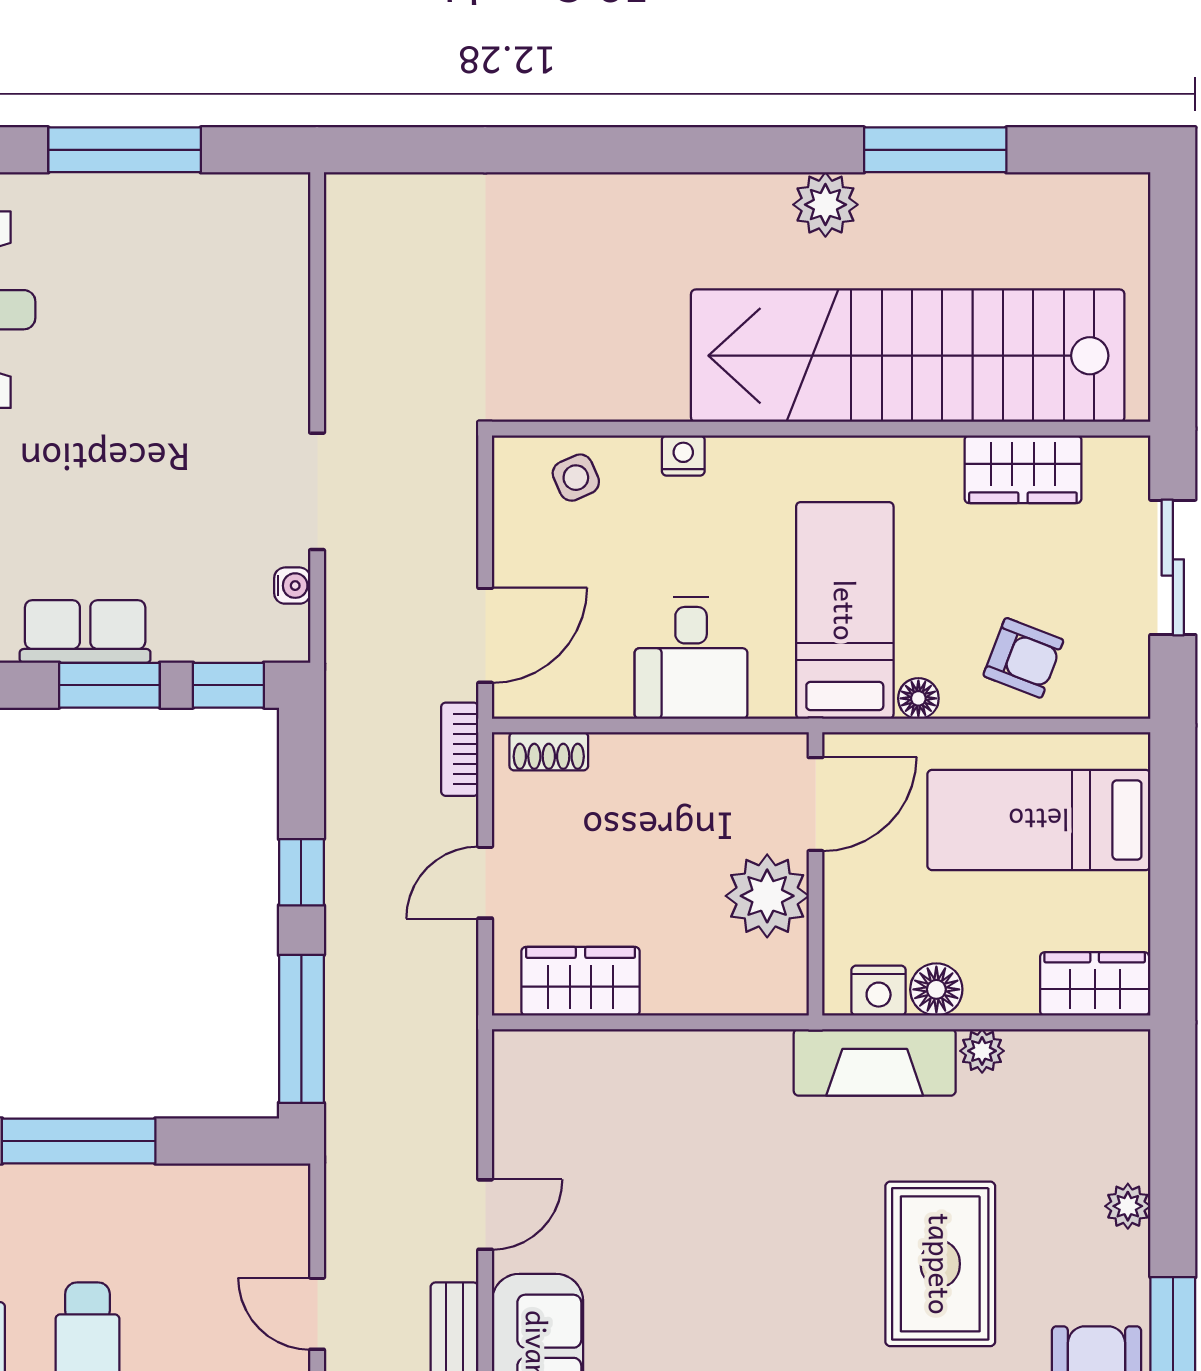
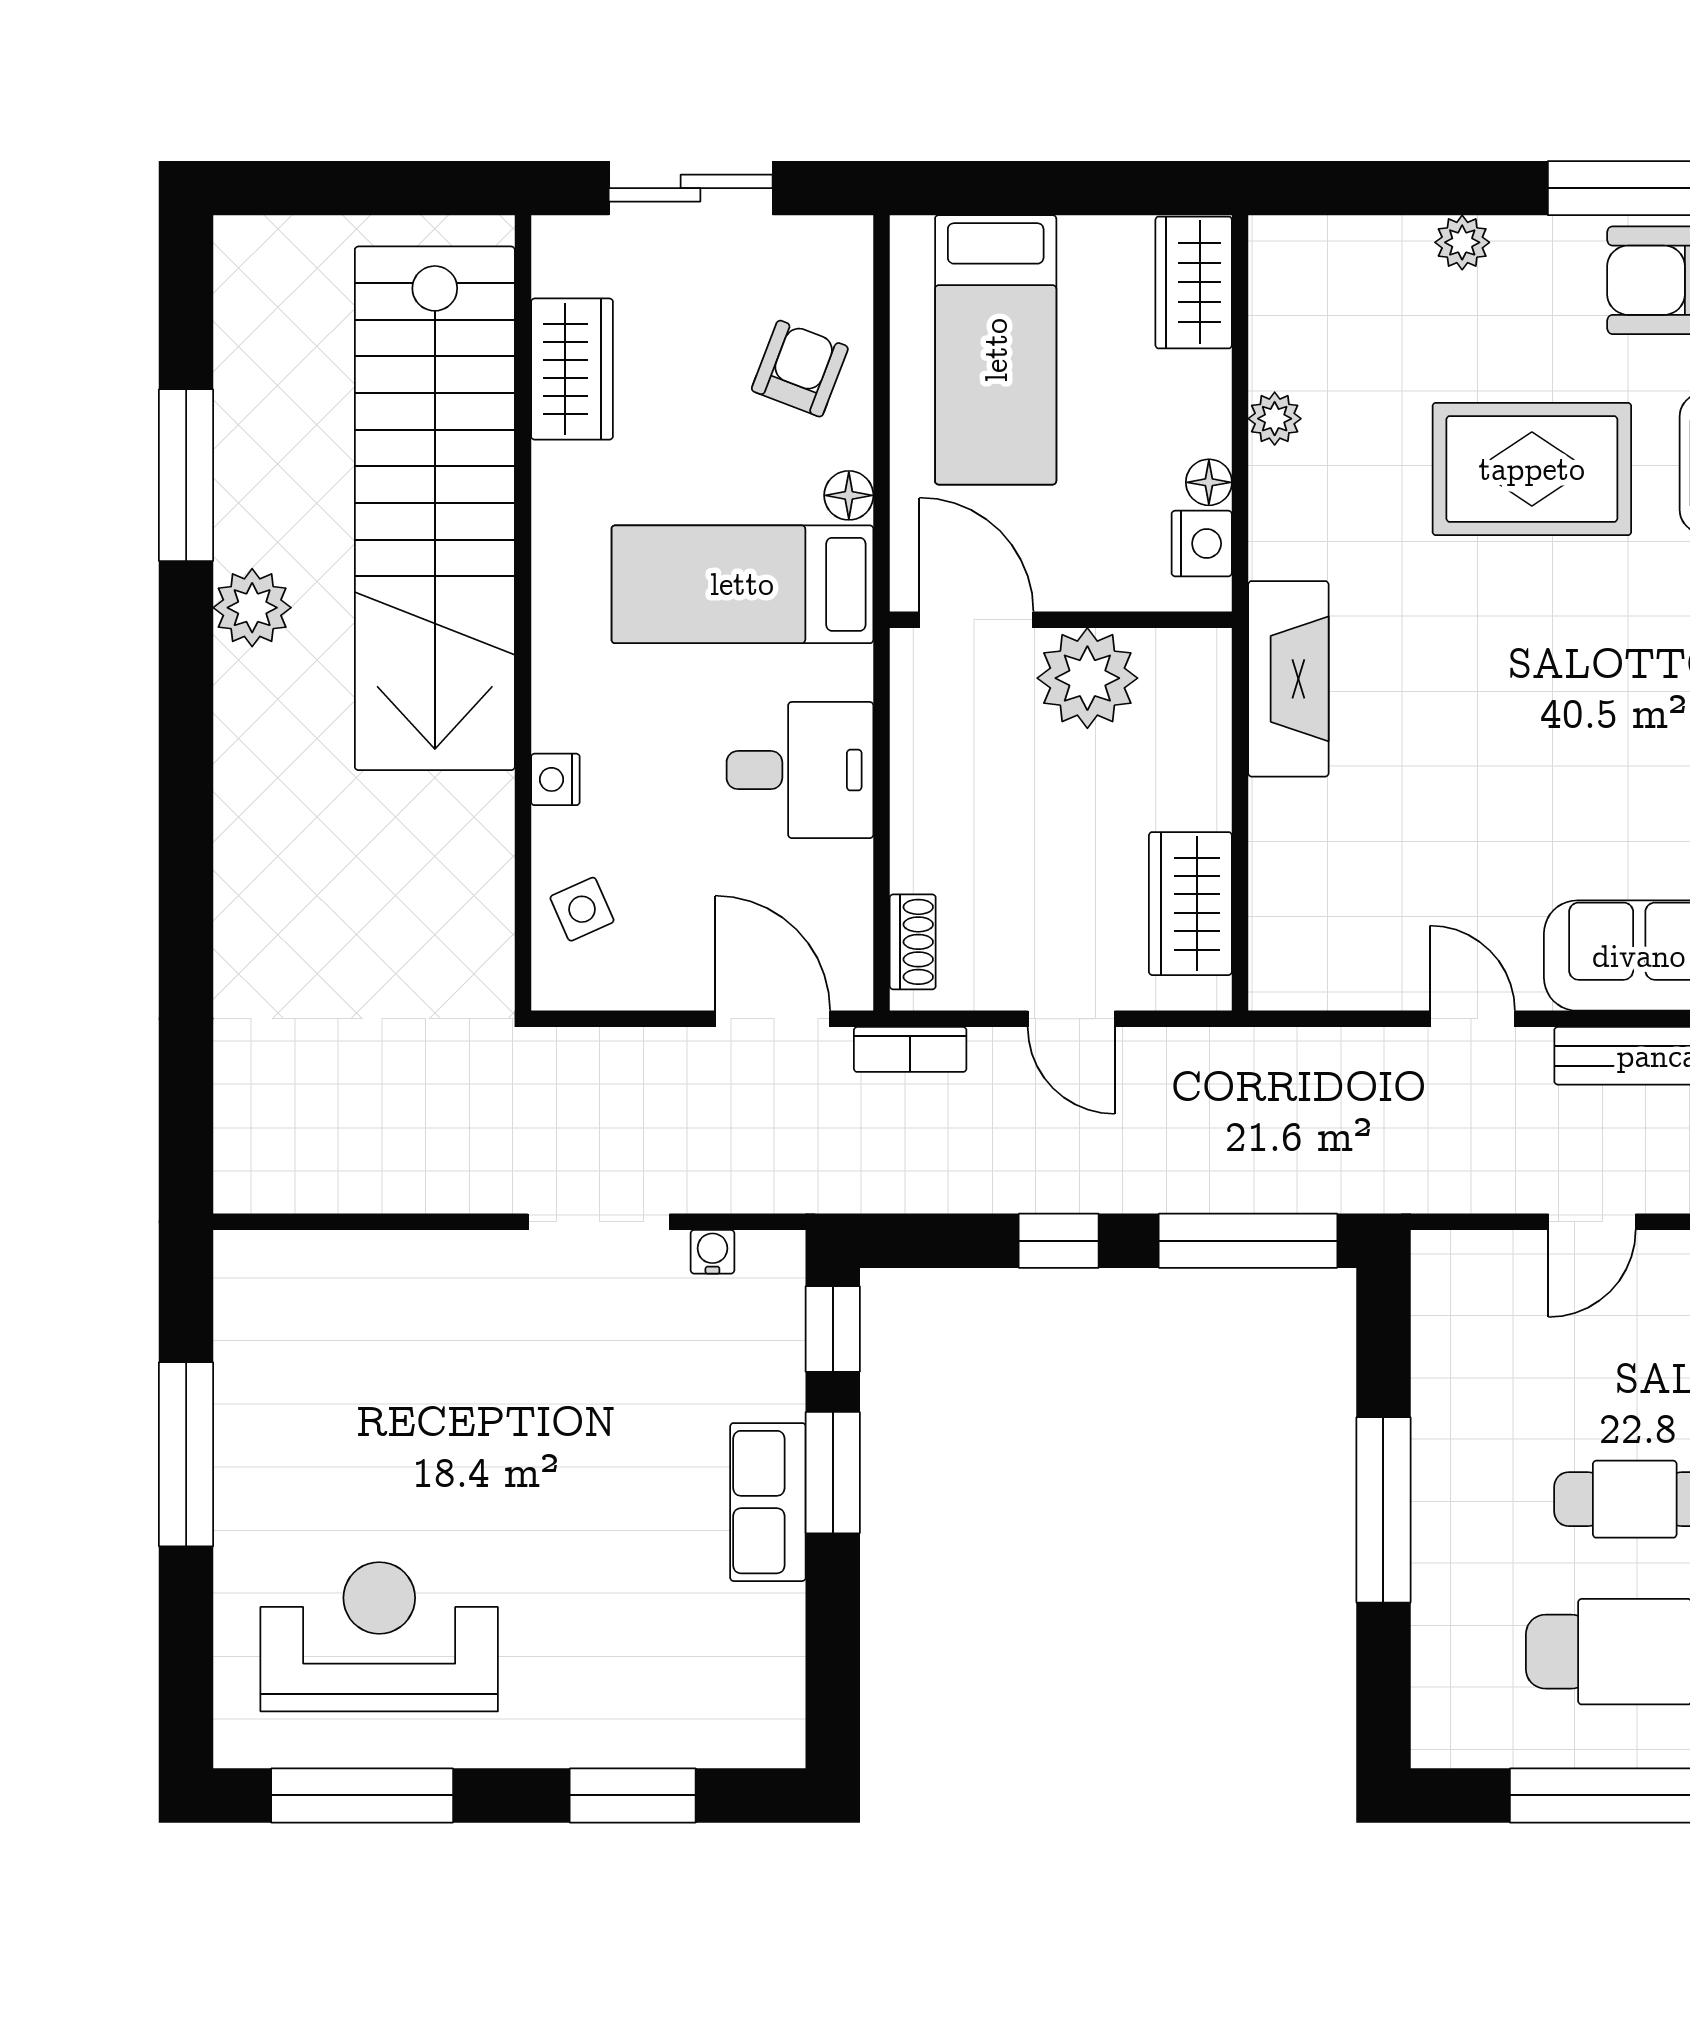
floor lamp: (936, 989) -> (1209, 482), width x0.73, depth x0.73
fireplace: (875, 1062) -> (1288, 679), moved

